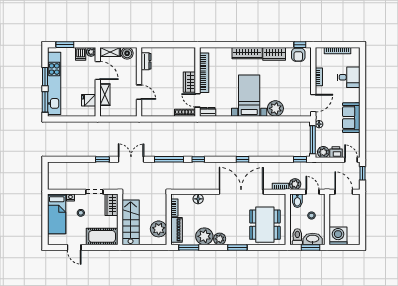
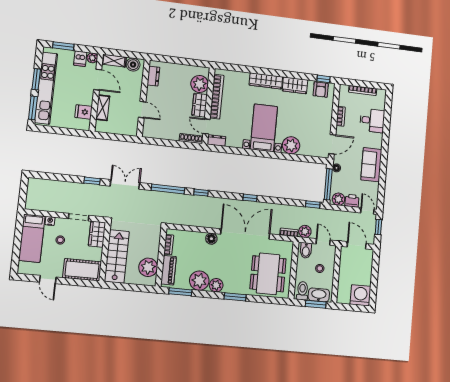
plant: (188, 63) -> (200, 84), added
floor lamp: (198, 199) -> (211, 239), moved
washing machine: (338, 236) -> (361, 295), moved

